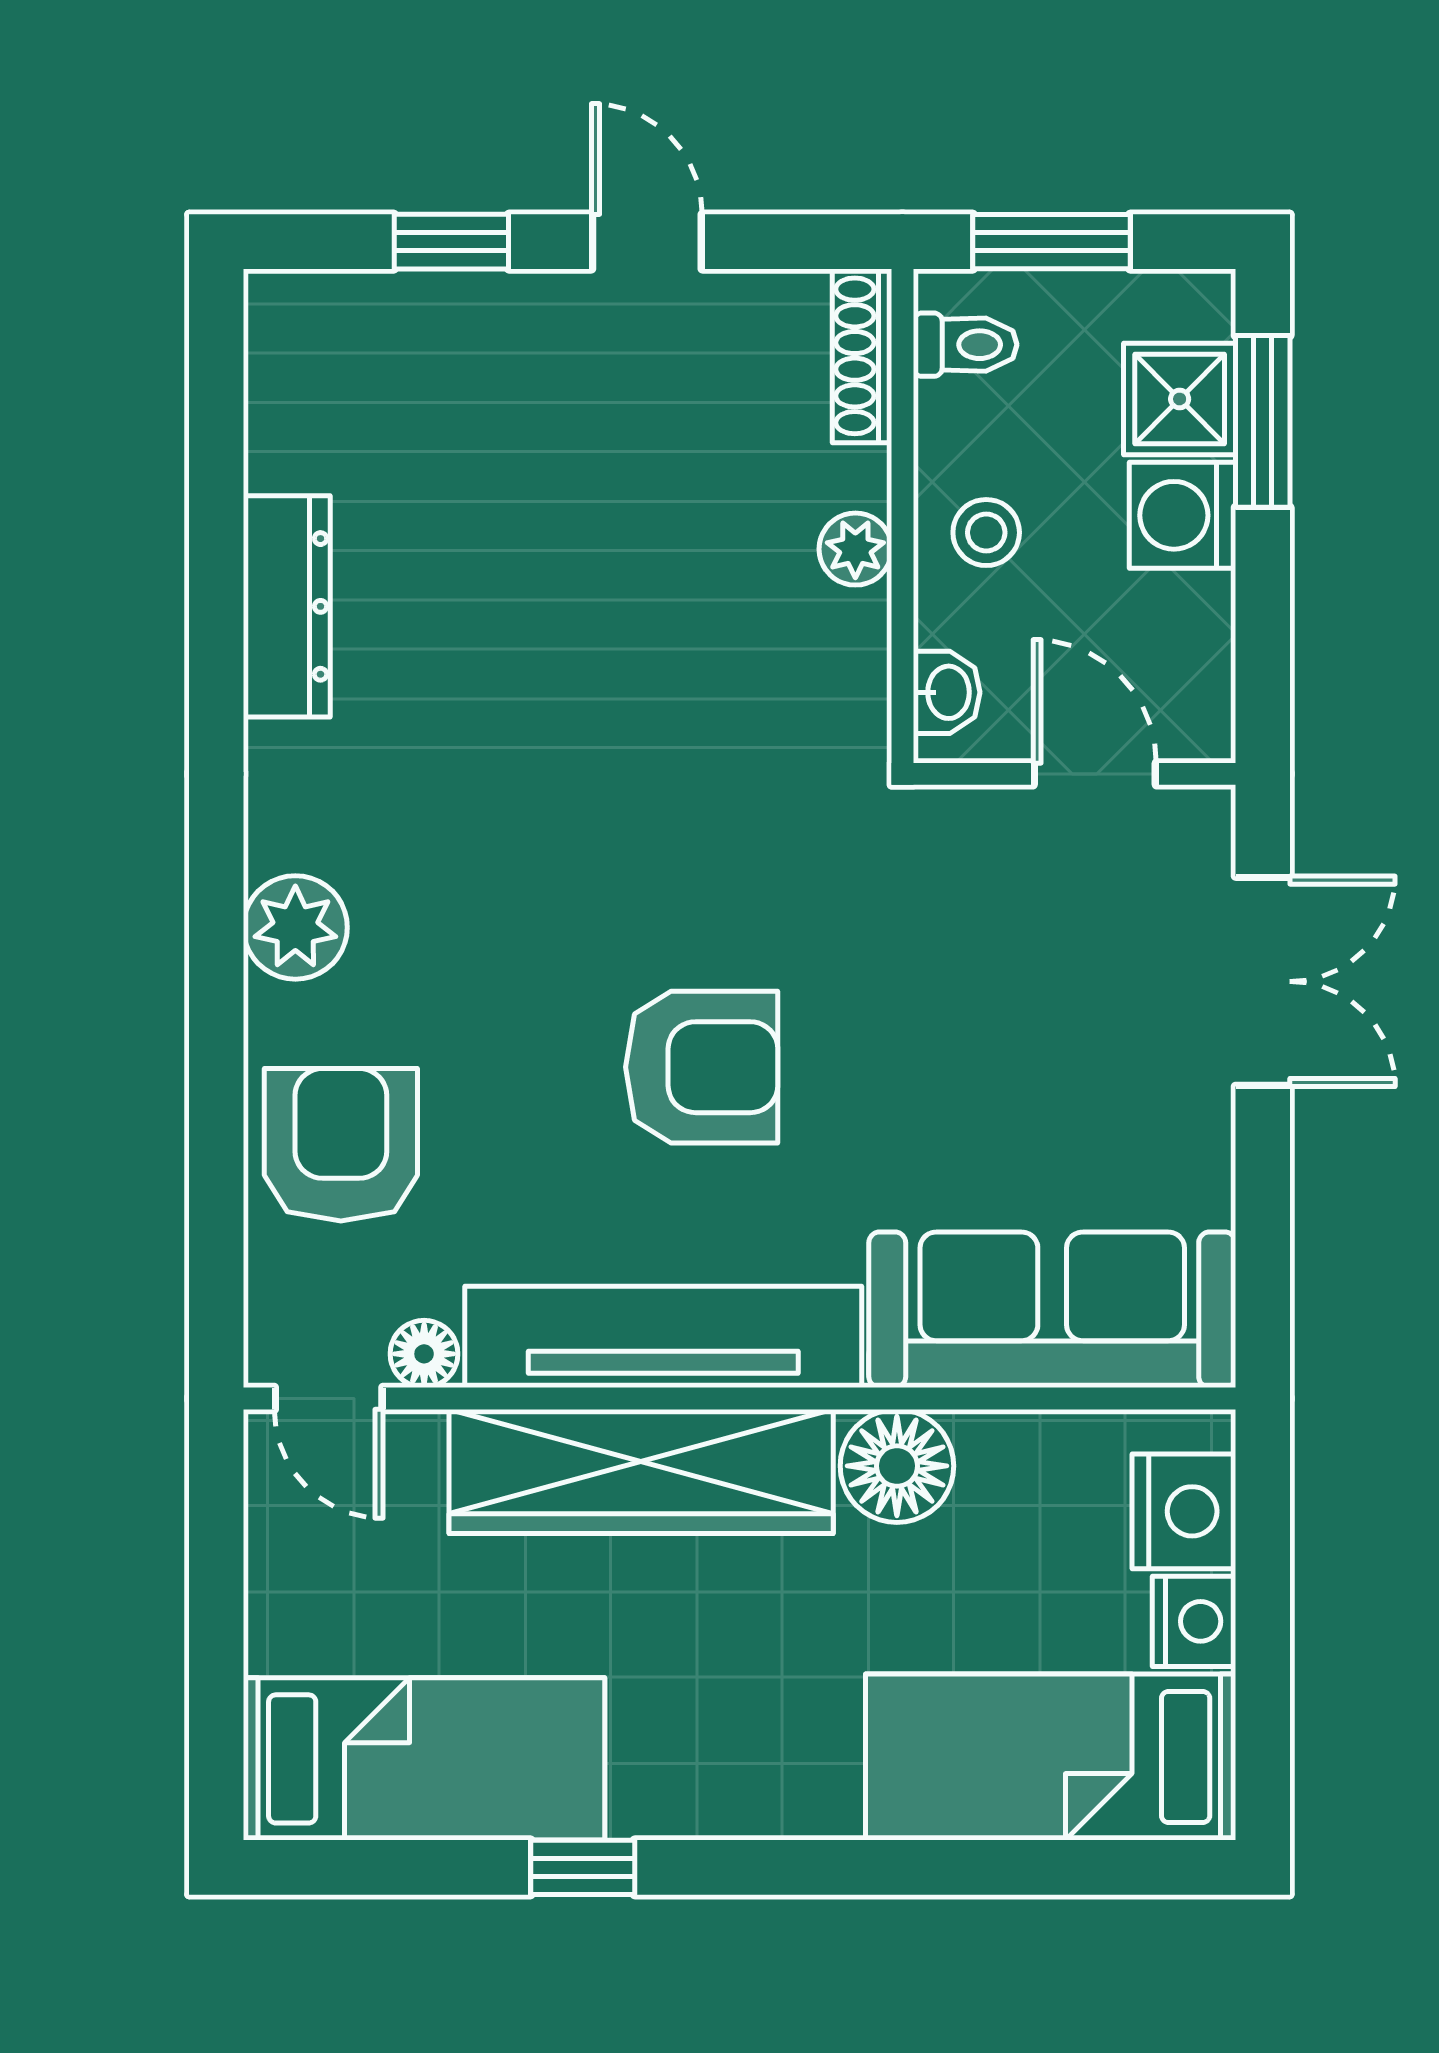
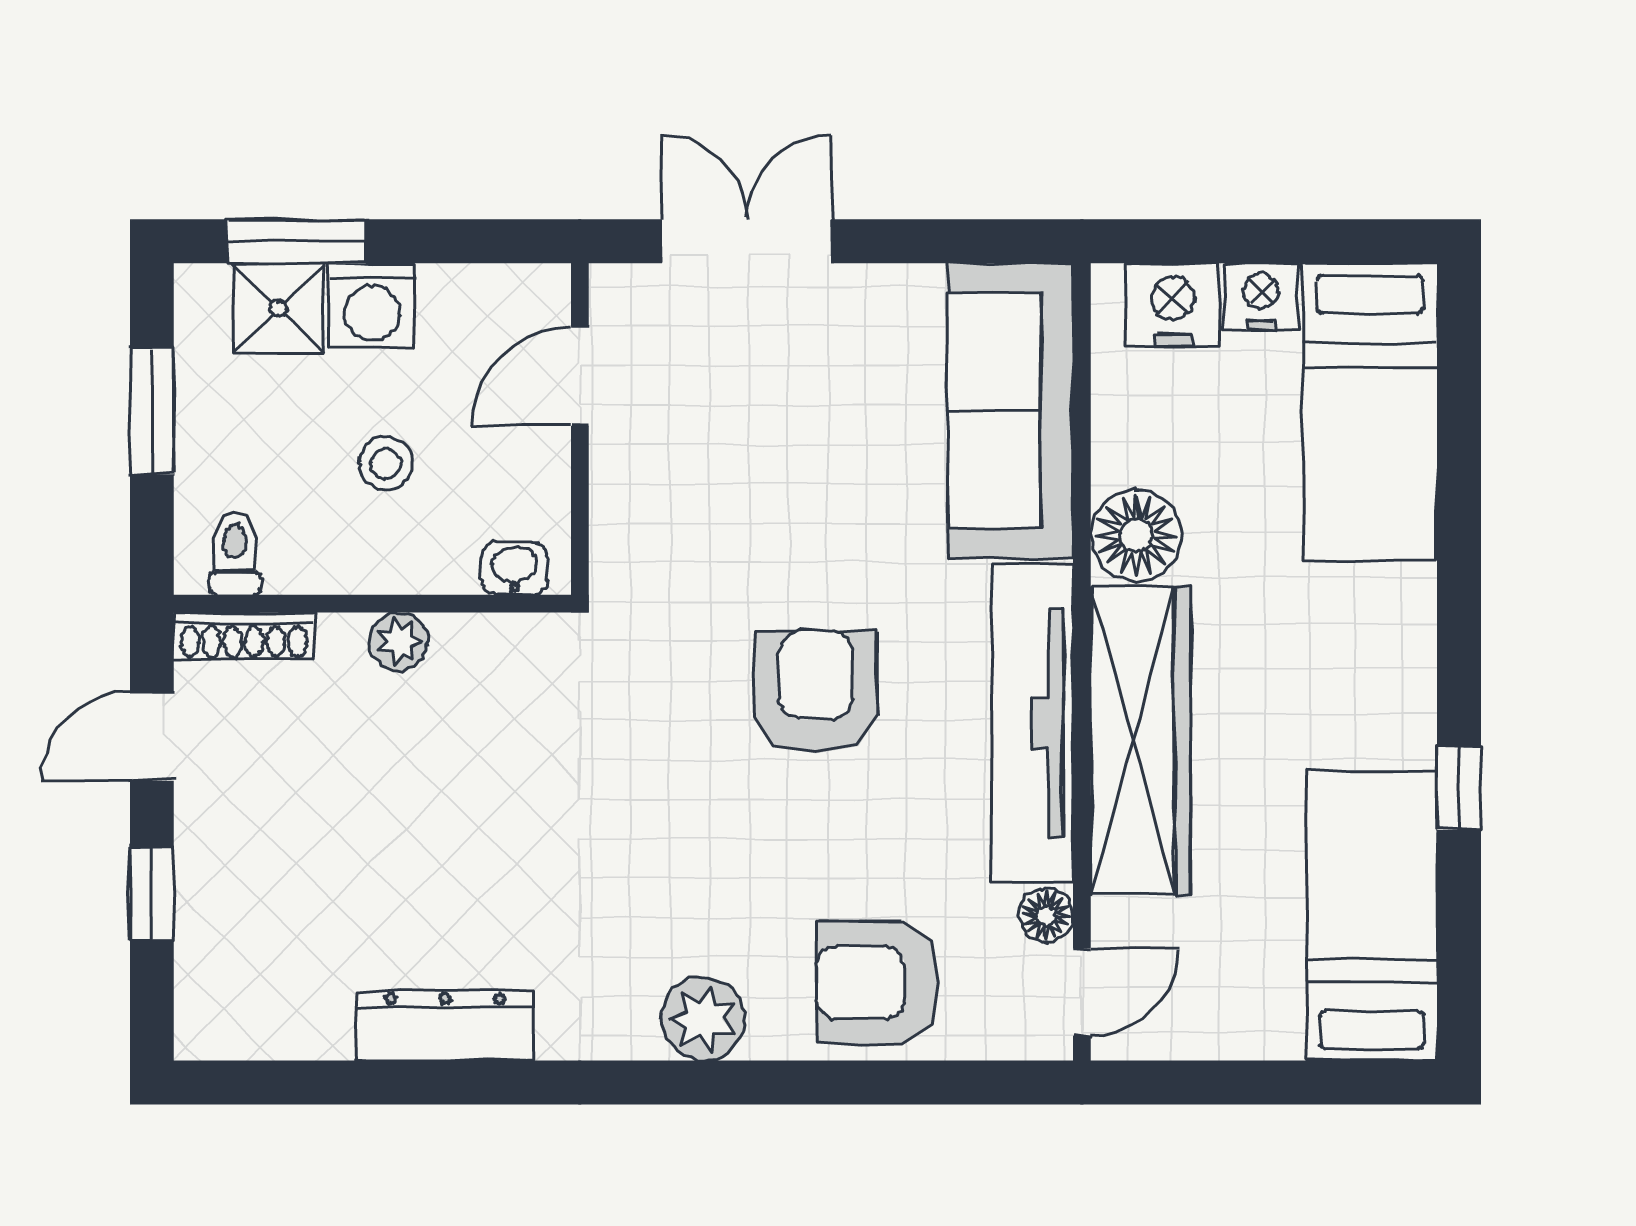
toilet: (965, 345) -> (235, 553), moved
shoe rack: (862, 356) -> (244, 636), moved
wall: (902, 516) -> (372, 604), moved
plant: (855, 549) -> (399, 641), moved
washbasin: (947, 692) -> (514, 568), moved

